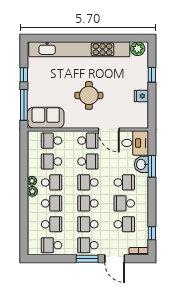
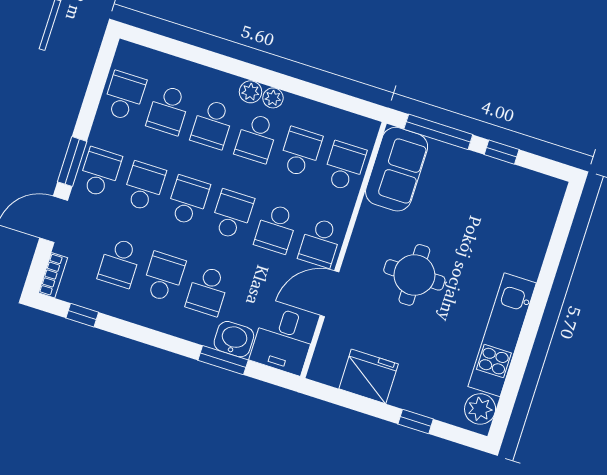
kitchen unit: (79, 49) -> (502, 335), width x0.54
fridge: (141, 96) -> (369, 376), width x1.88, depth x1.34

